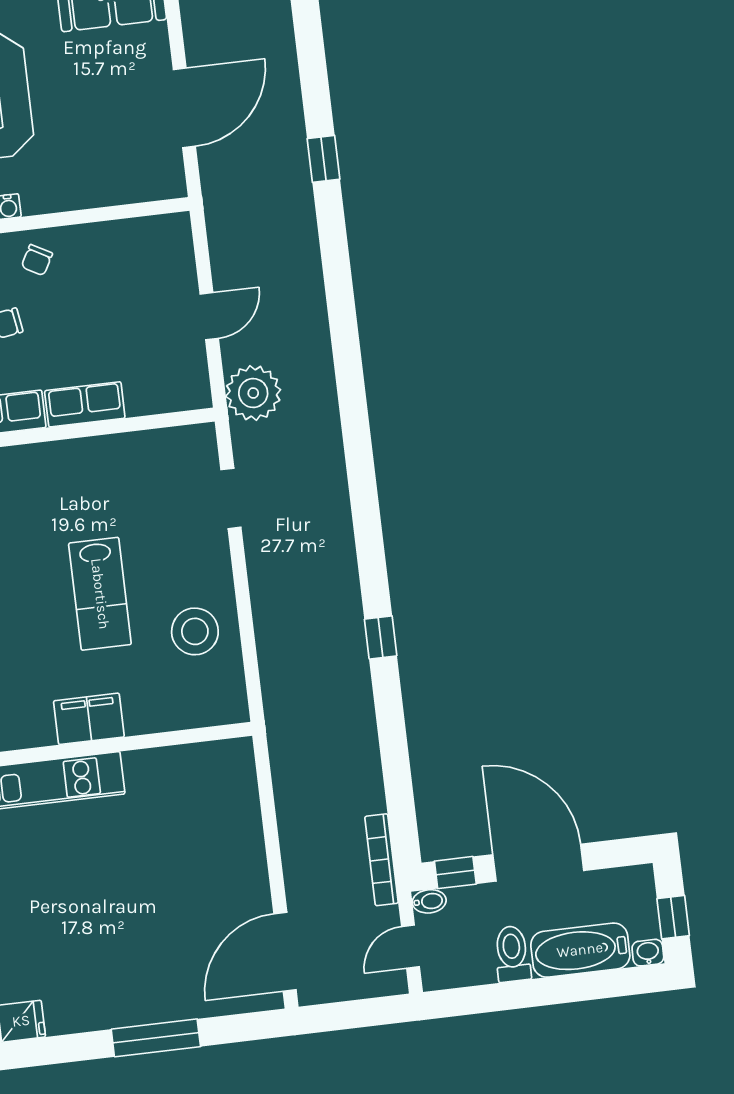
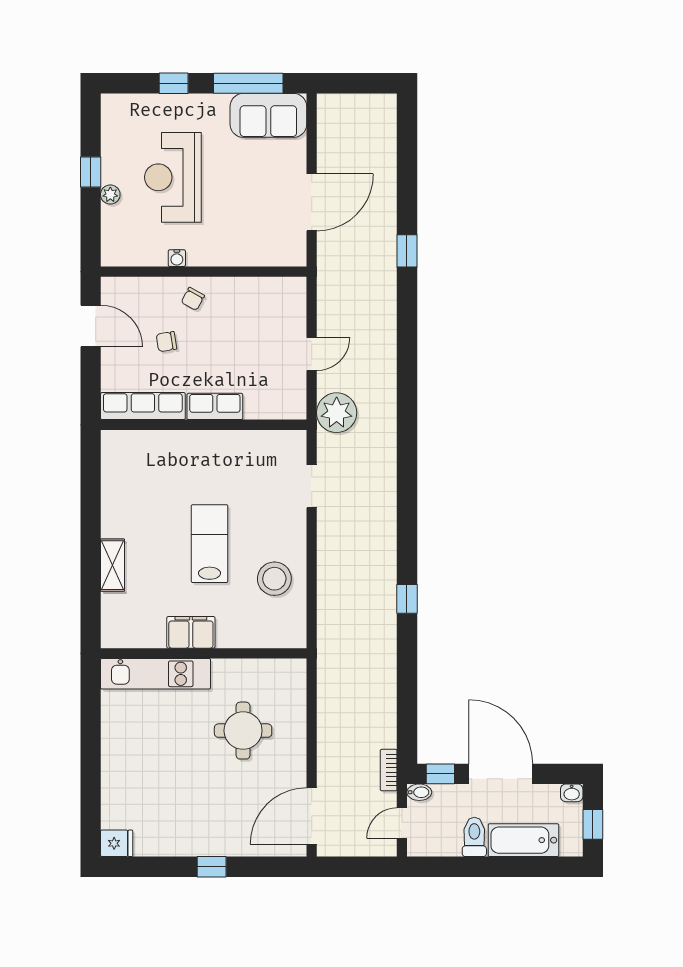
lab bench: (100, 594) -> (210, 544), turned 180
round table: (177, 845) -> (243, 731), added
bookcase: (381, 860) -> (389, 770), width x0.64
washbasin: (648, 953) -> (572, 793), moved, turned 180
window: (156, 1038) -> (212, 867), width x0.46

